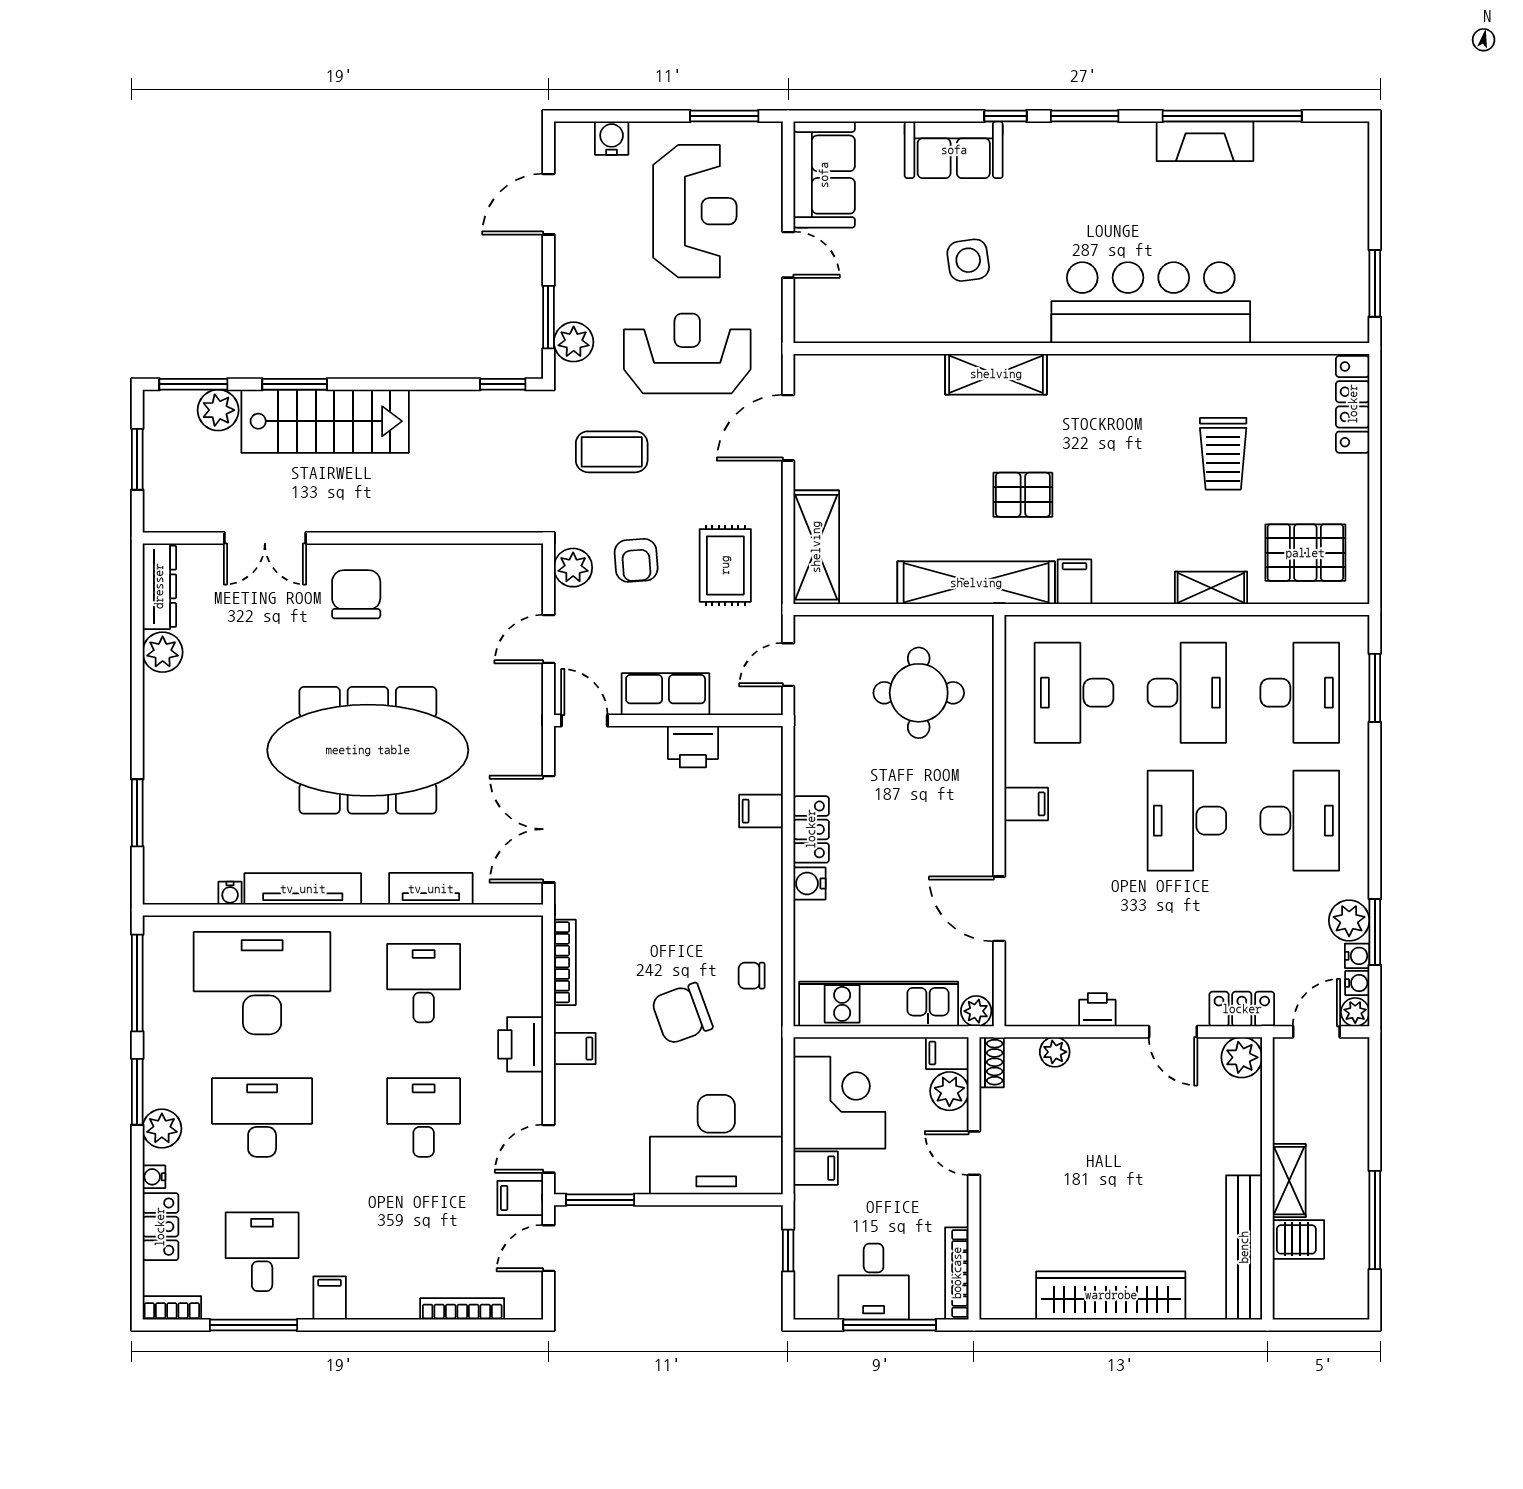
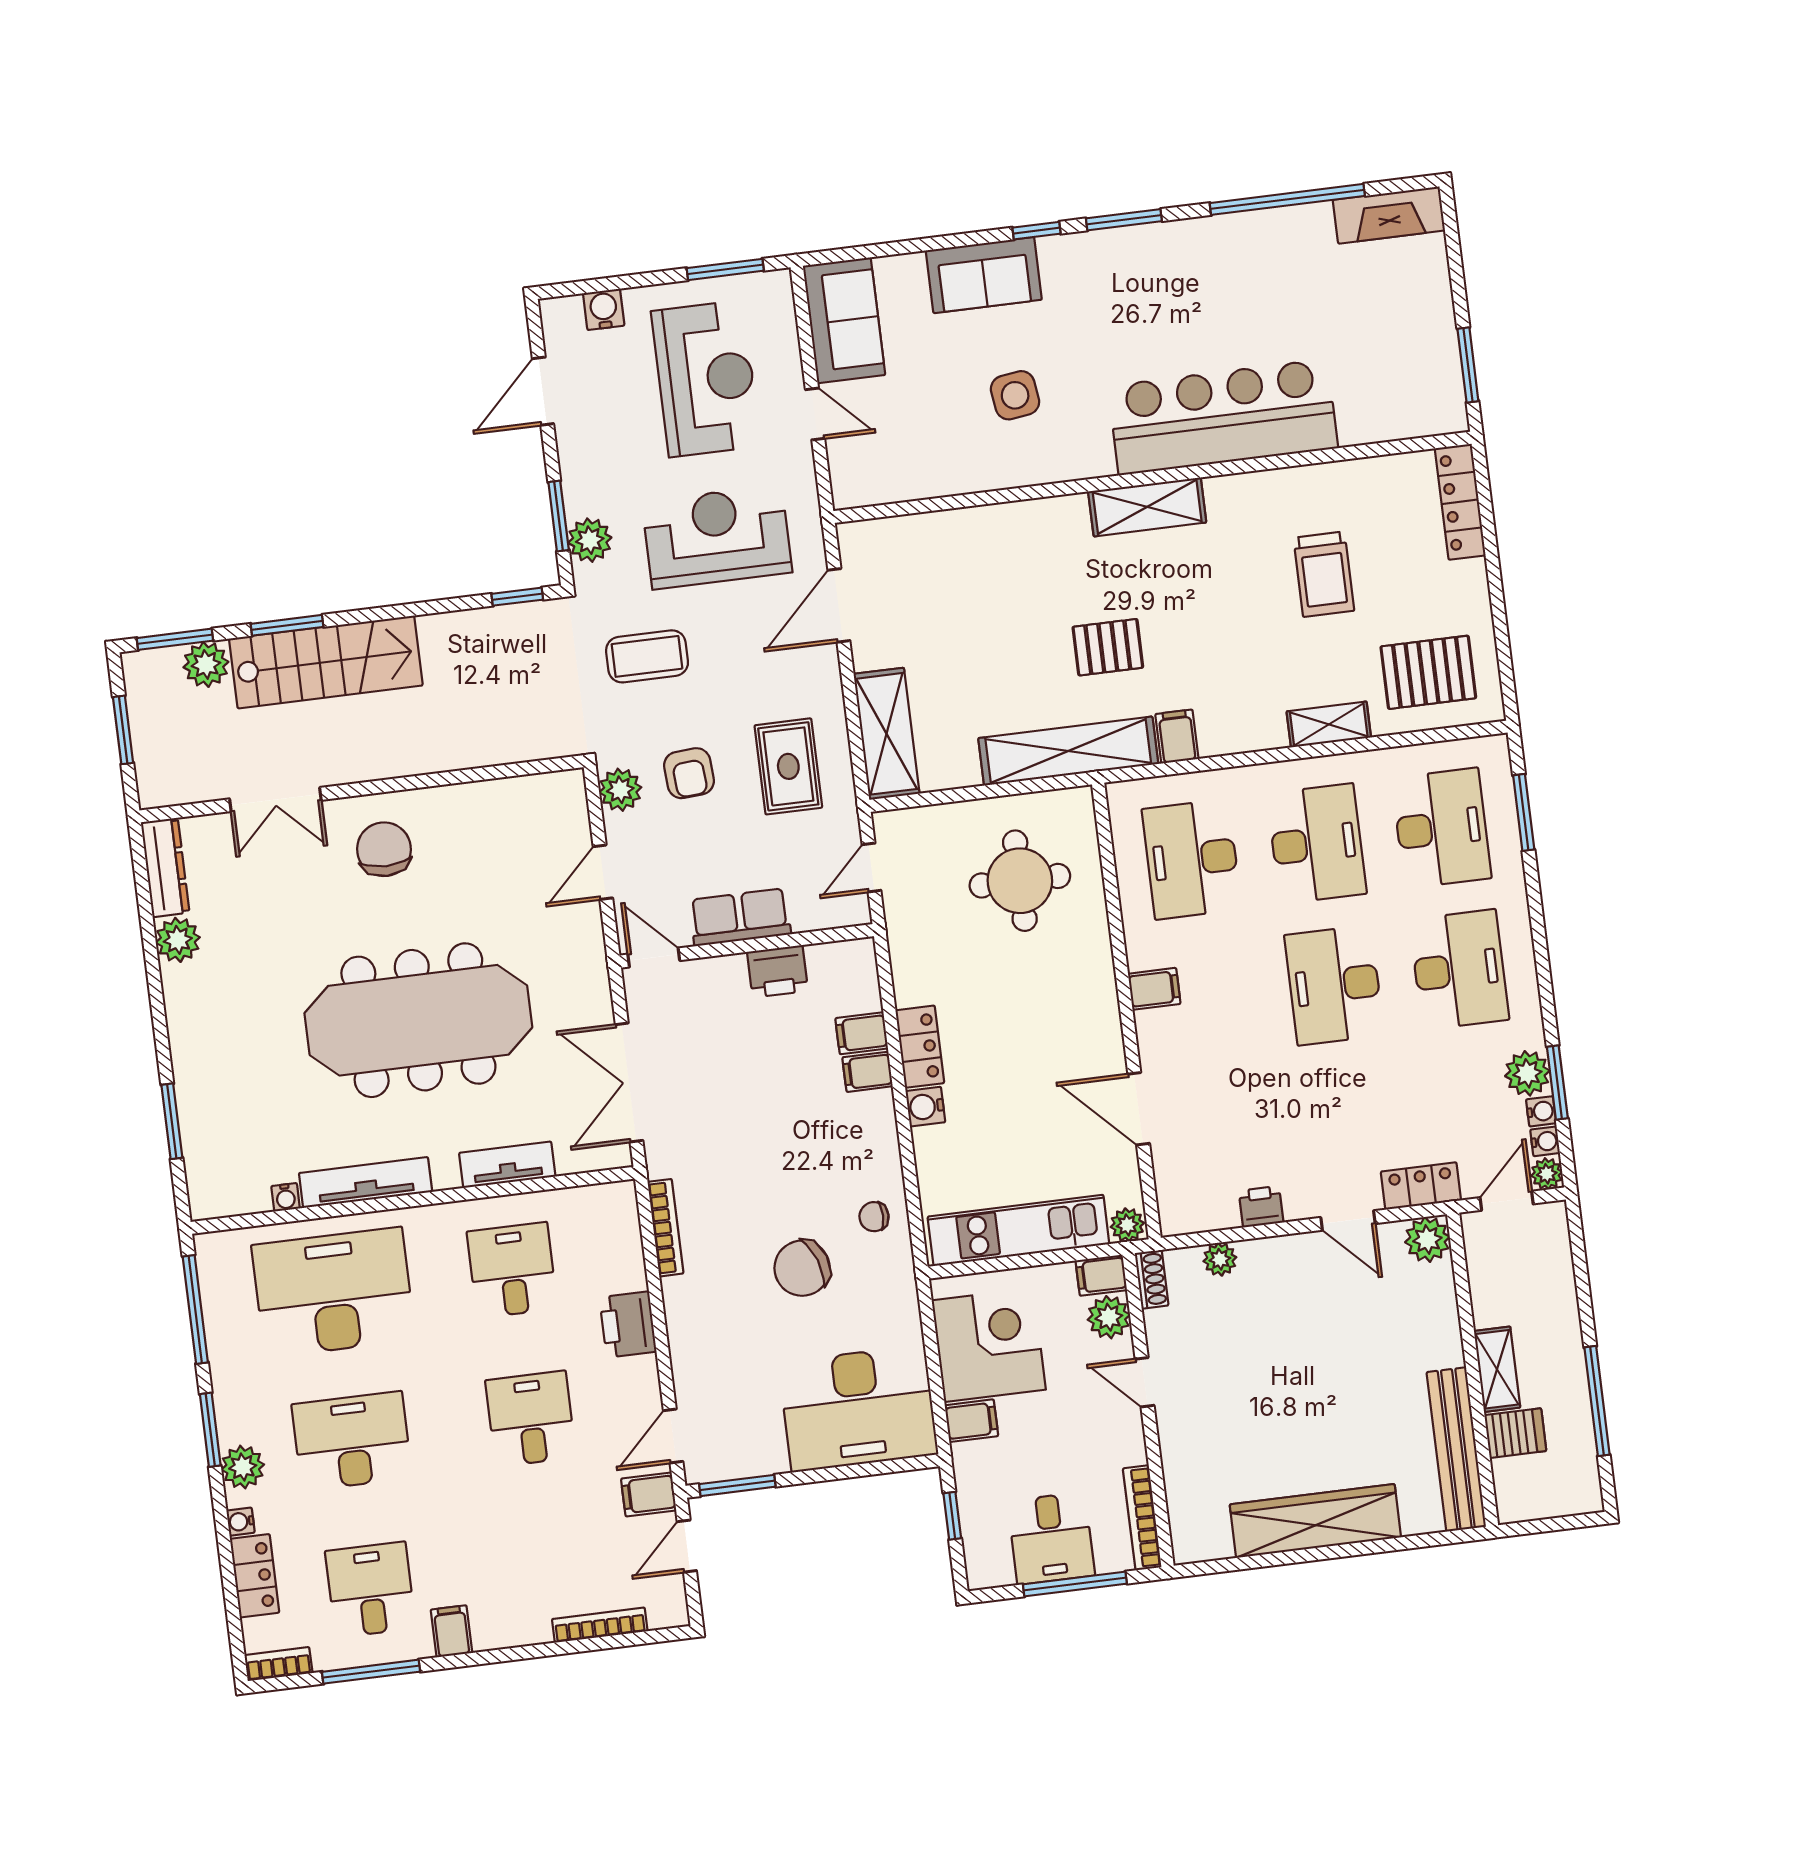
fireplace: (1205, 141) -> (1389, 215), moved
shelving: (996, 374) -> (1147, 507), moved
filing cabinet: (575, 1049) -> (867, 1072), moved, turned 180

